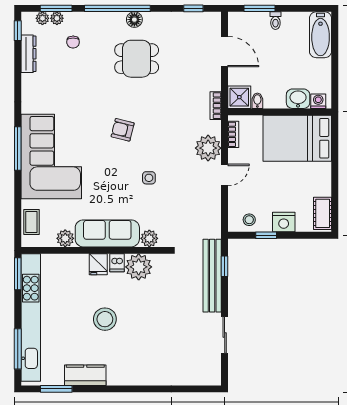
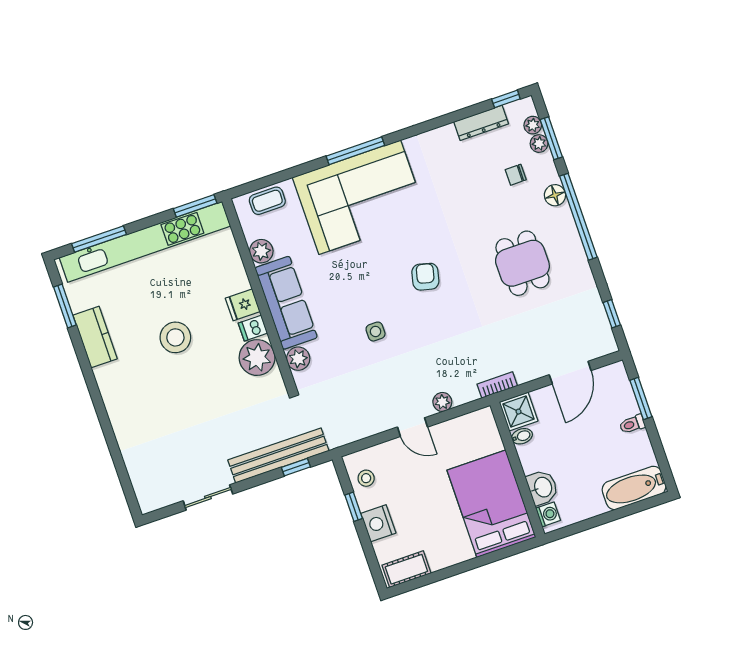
floor lamp: (134, 20) -> (555, 195), moved
bookcase: (233, 134) -> (468, 420), removed
plant: (208, 148) -> (442, 402), width x0.53, depth x0.53

